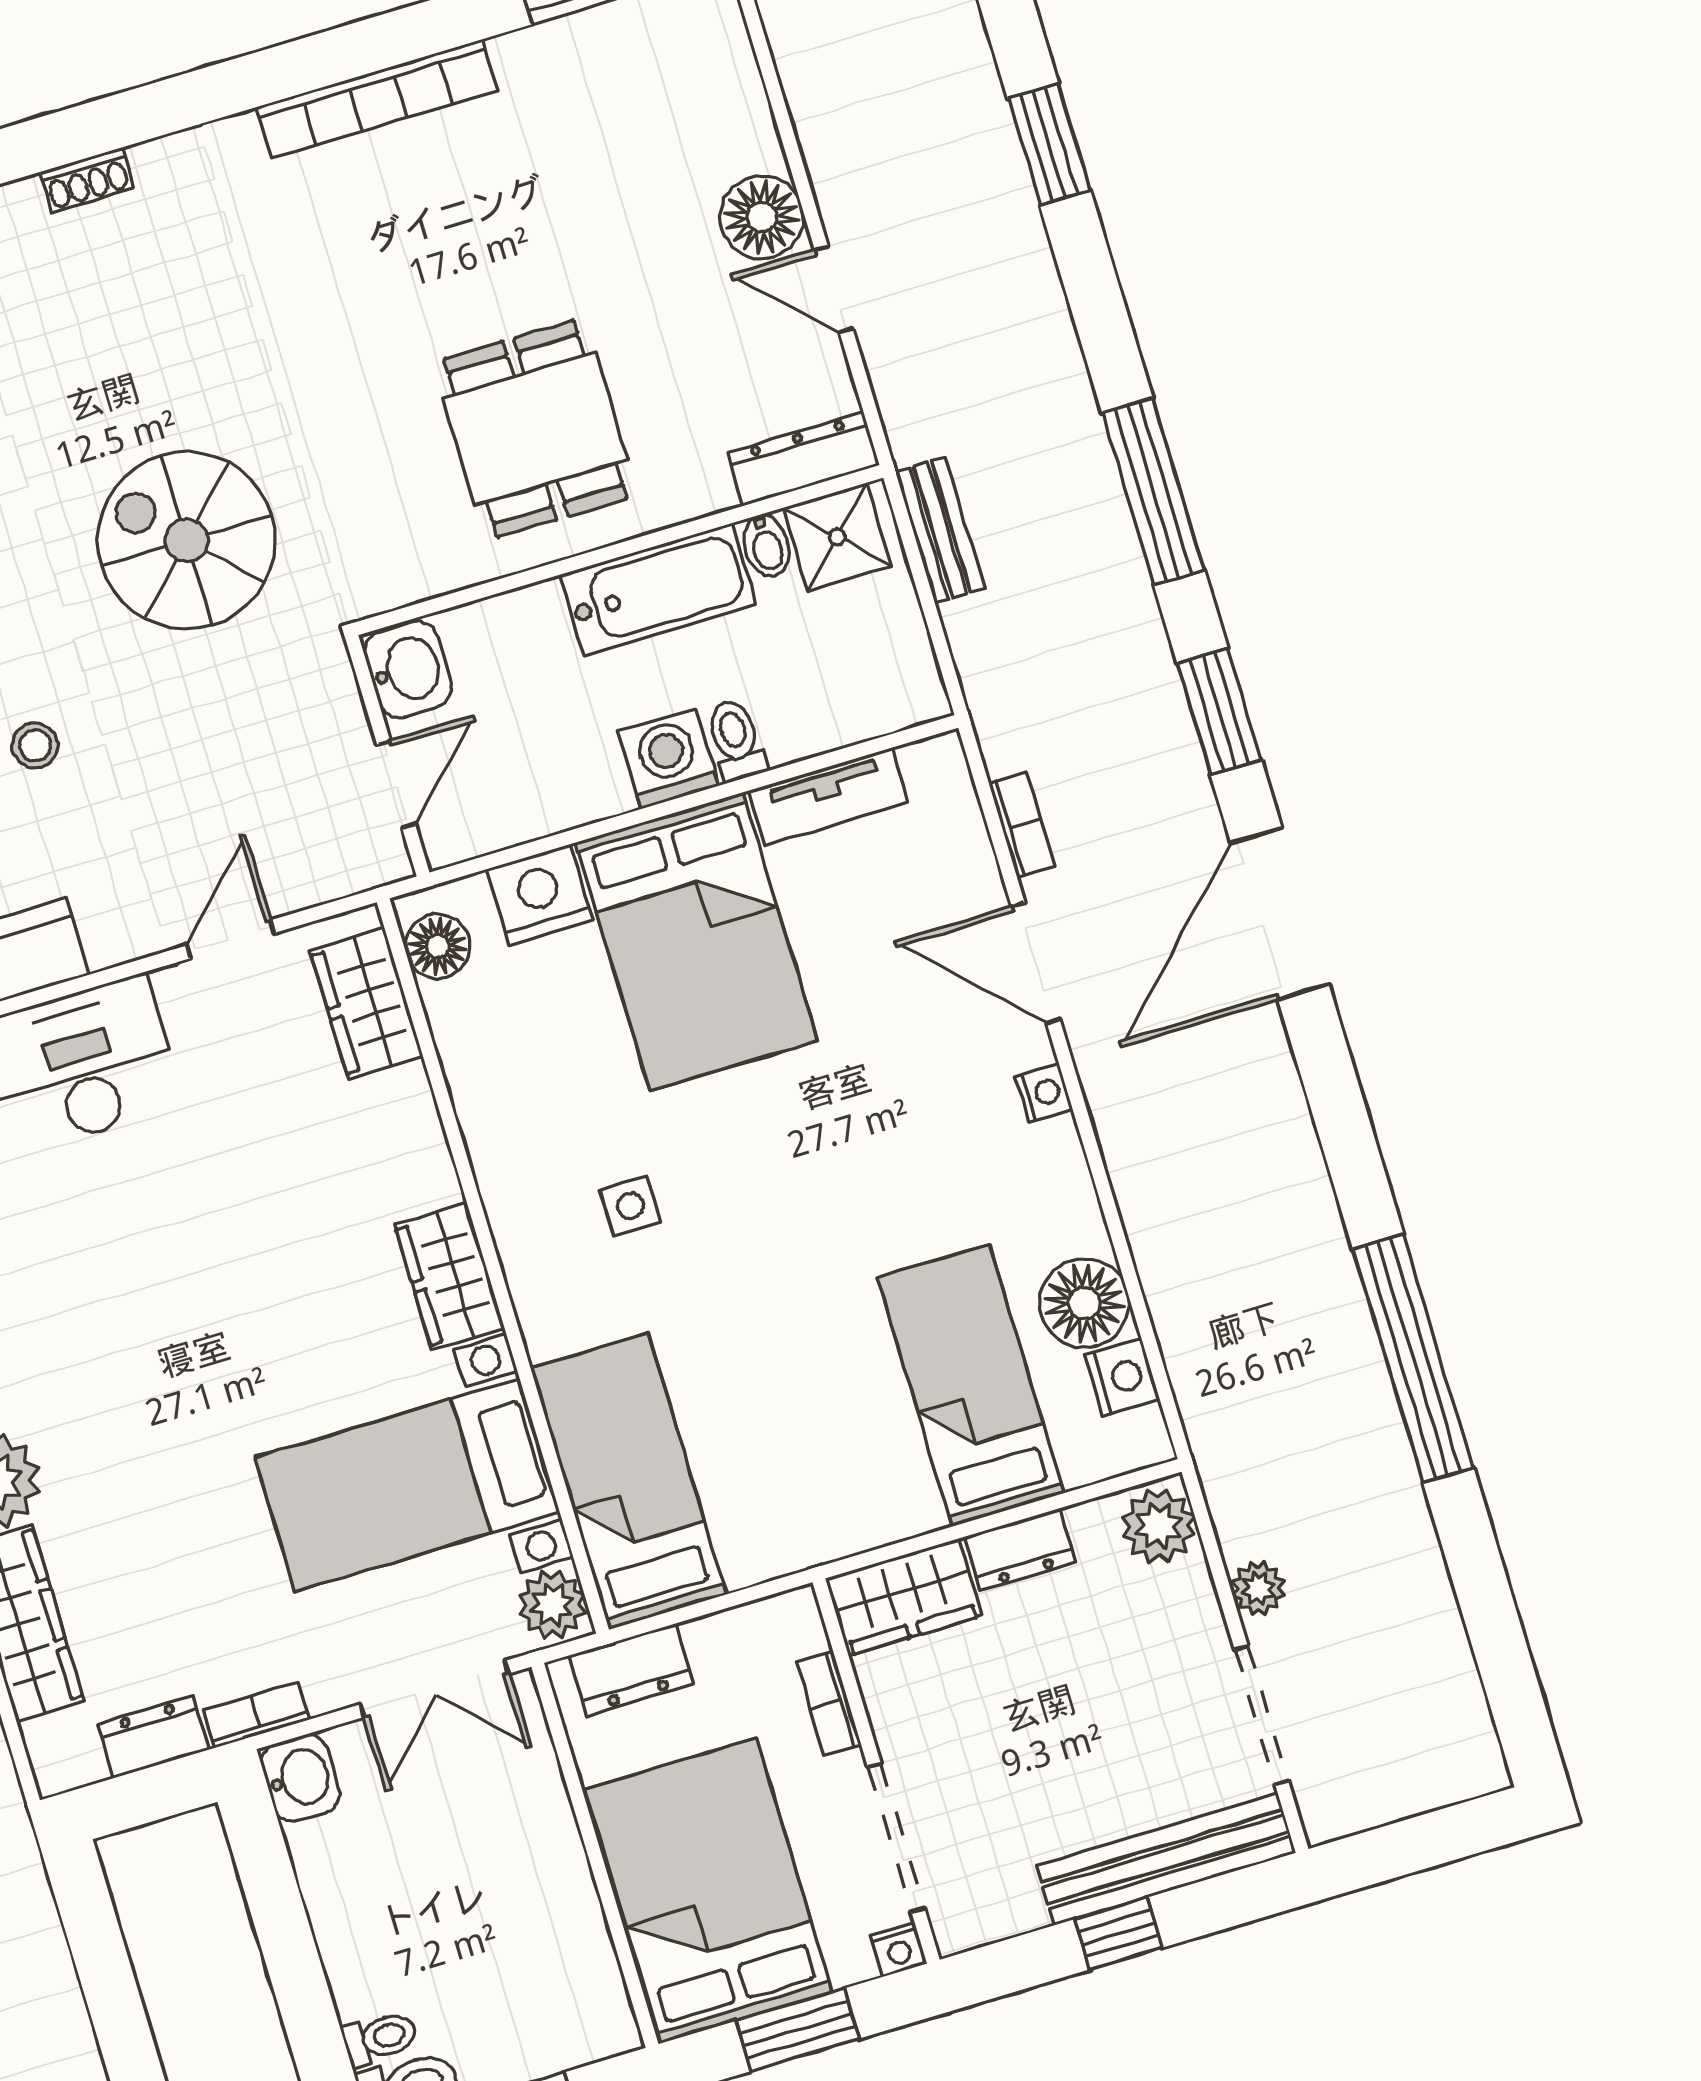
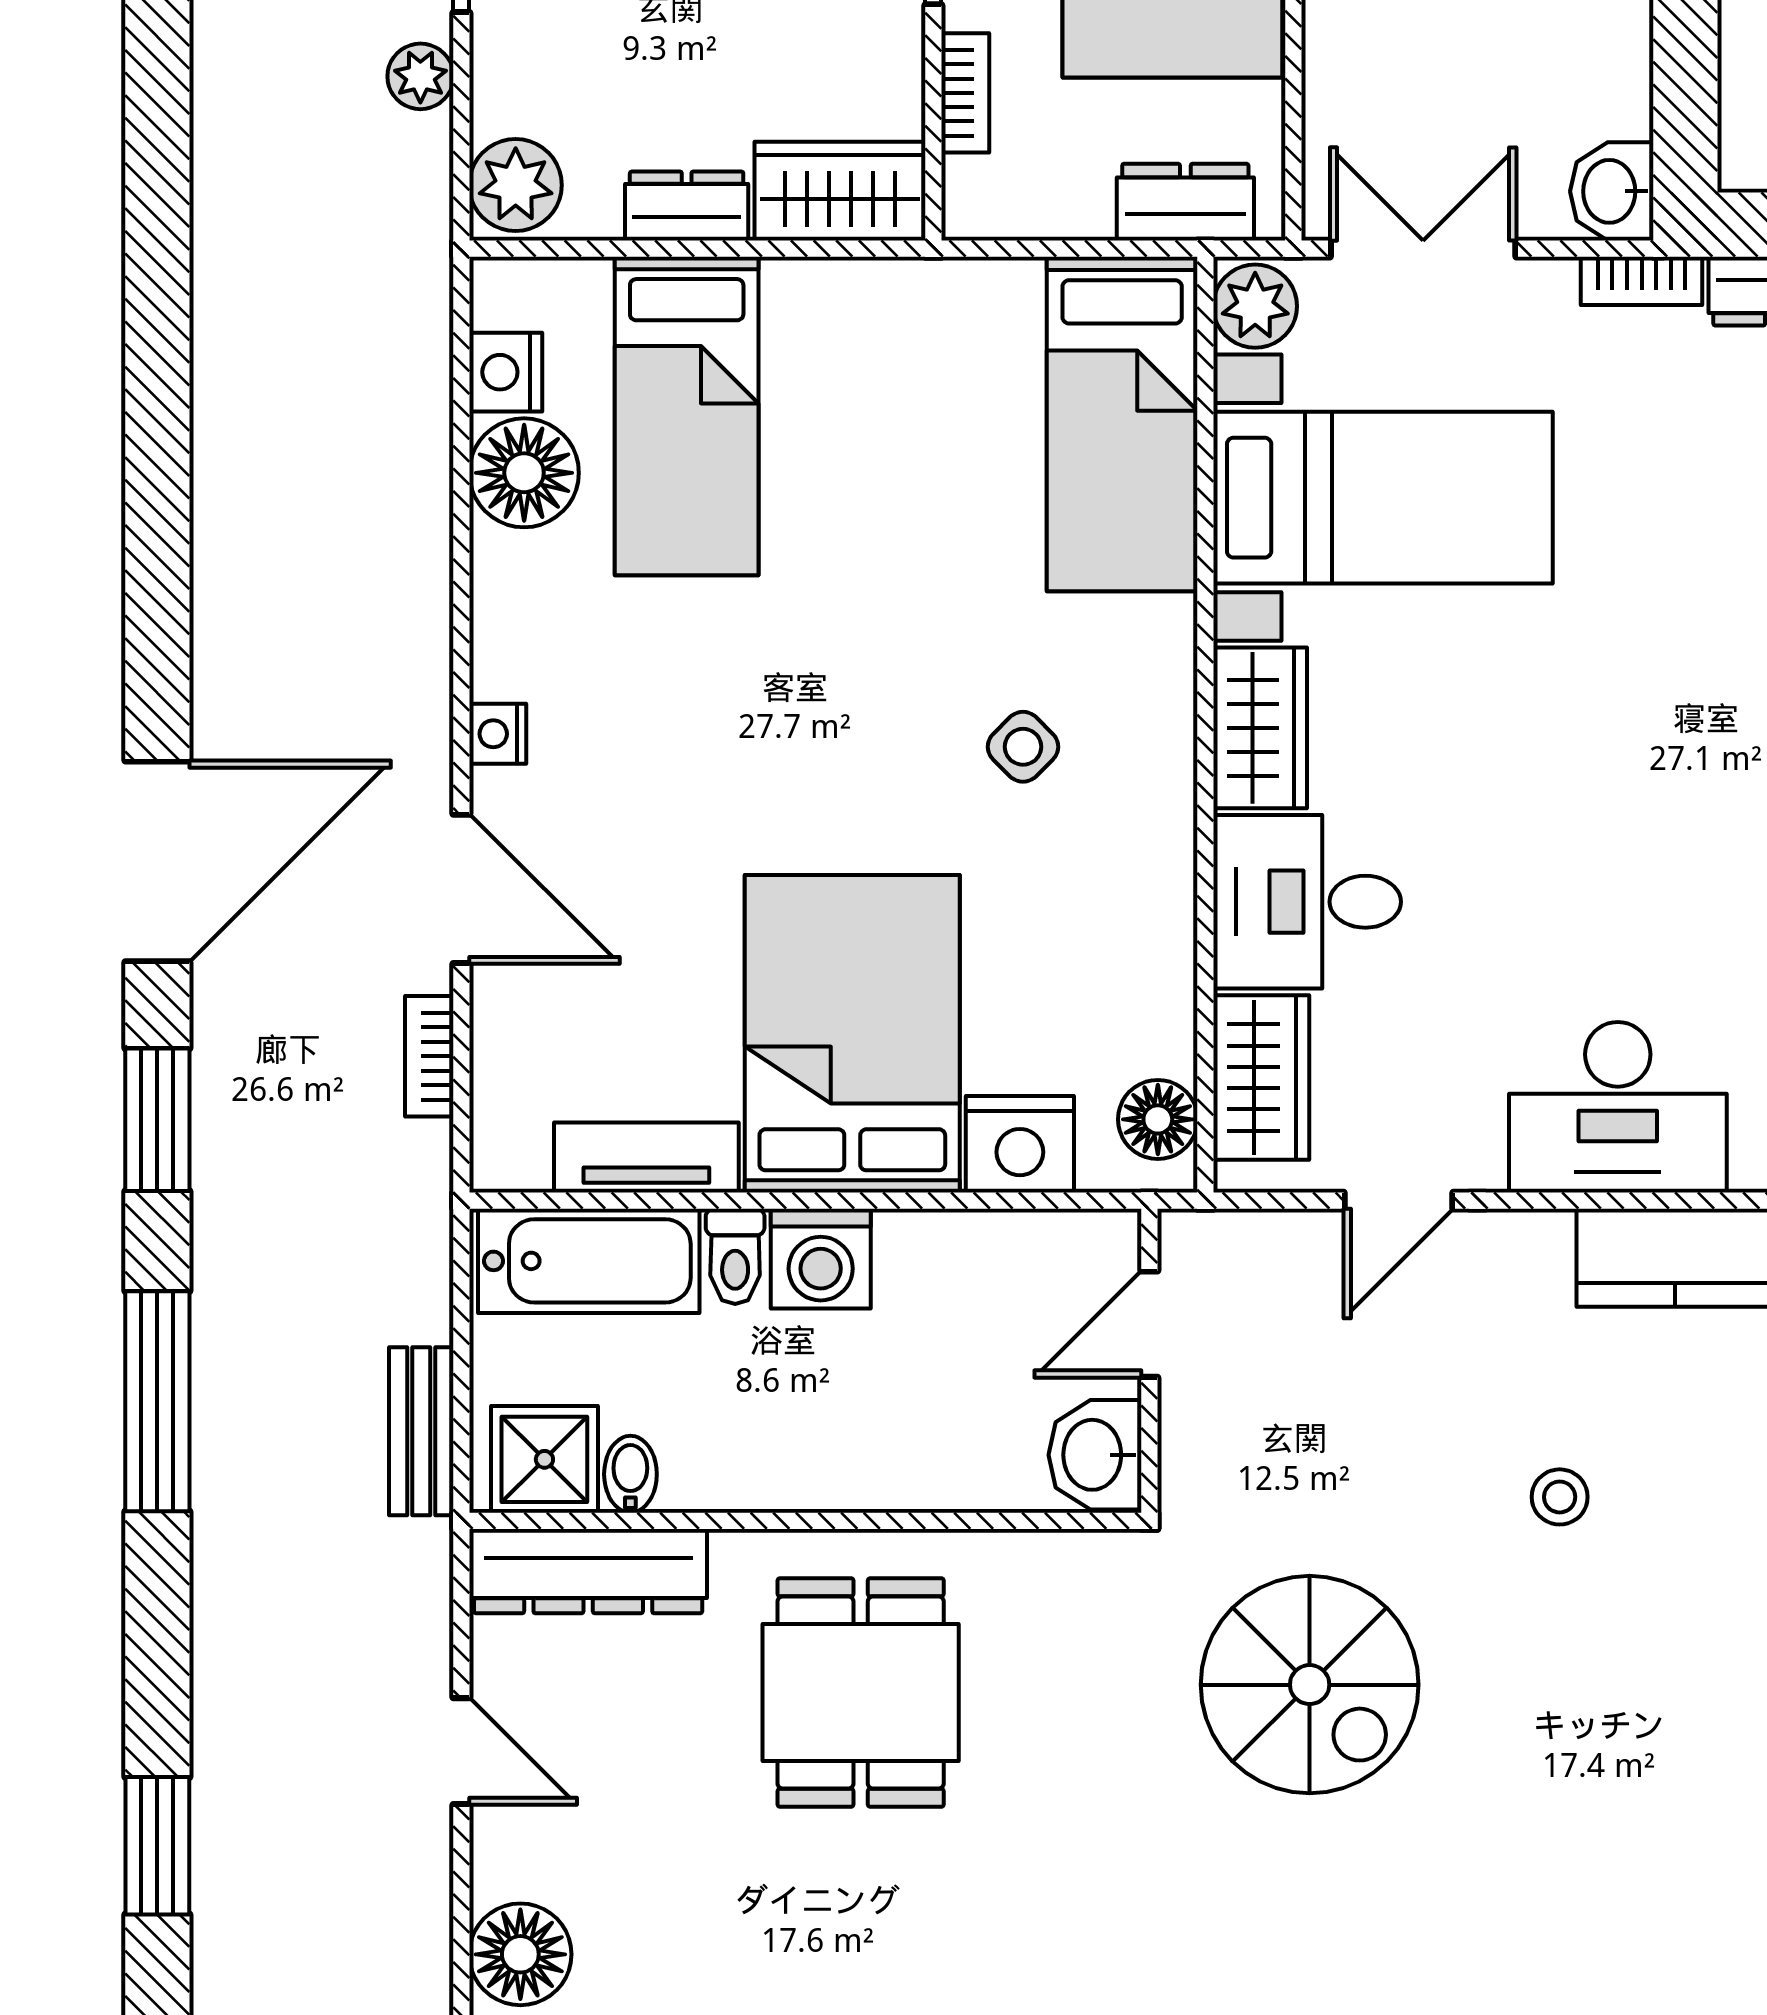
floor lamp: (762, 217) -> (520, 1954), moved
dresser: (804, 459) -> (588, 1571), width x1.37, depth x1.24
bathtub: (658, 590) -> (589, 1261), moved, turned 180
desk: (372, 1151) -> (1307, 902), added
side table: (630, 1206) -> (1023, 747), turned 45
window: (1413, 1358) -> (157, 292), removed

